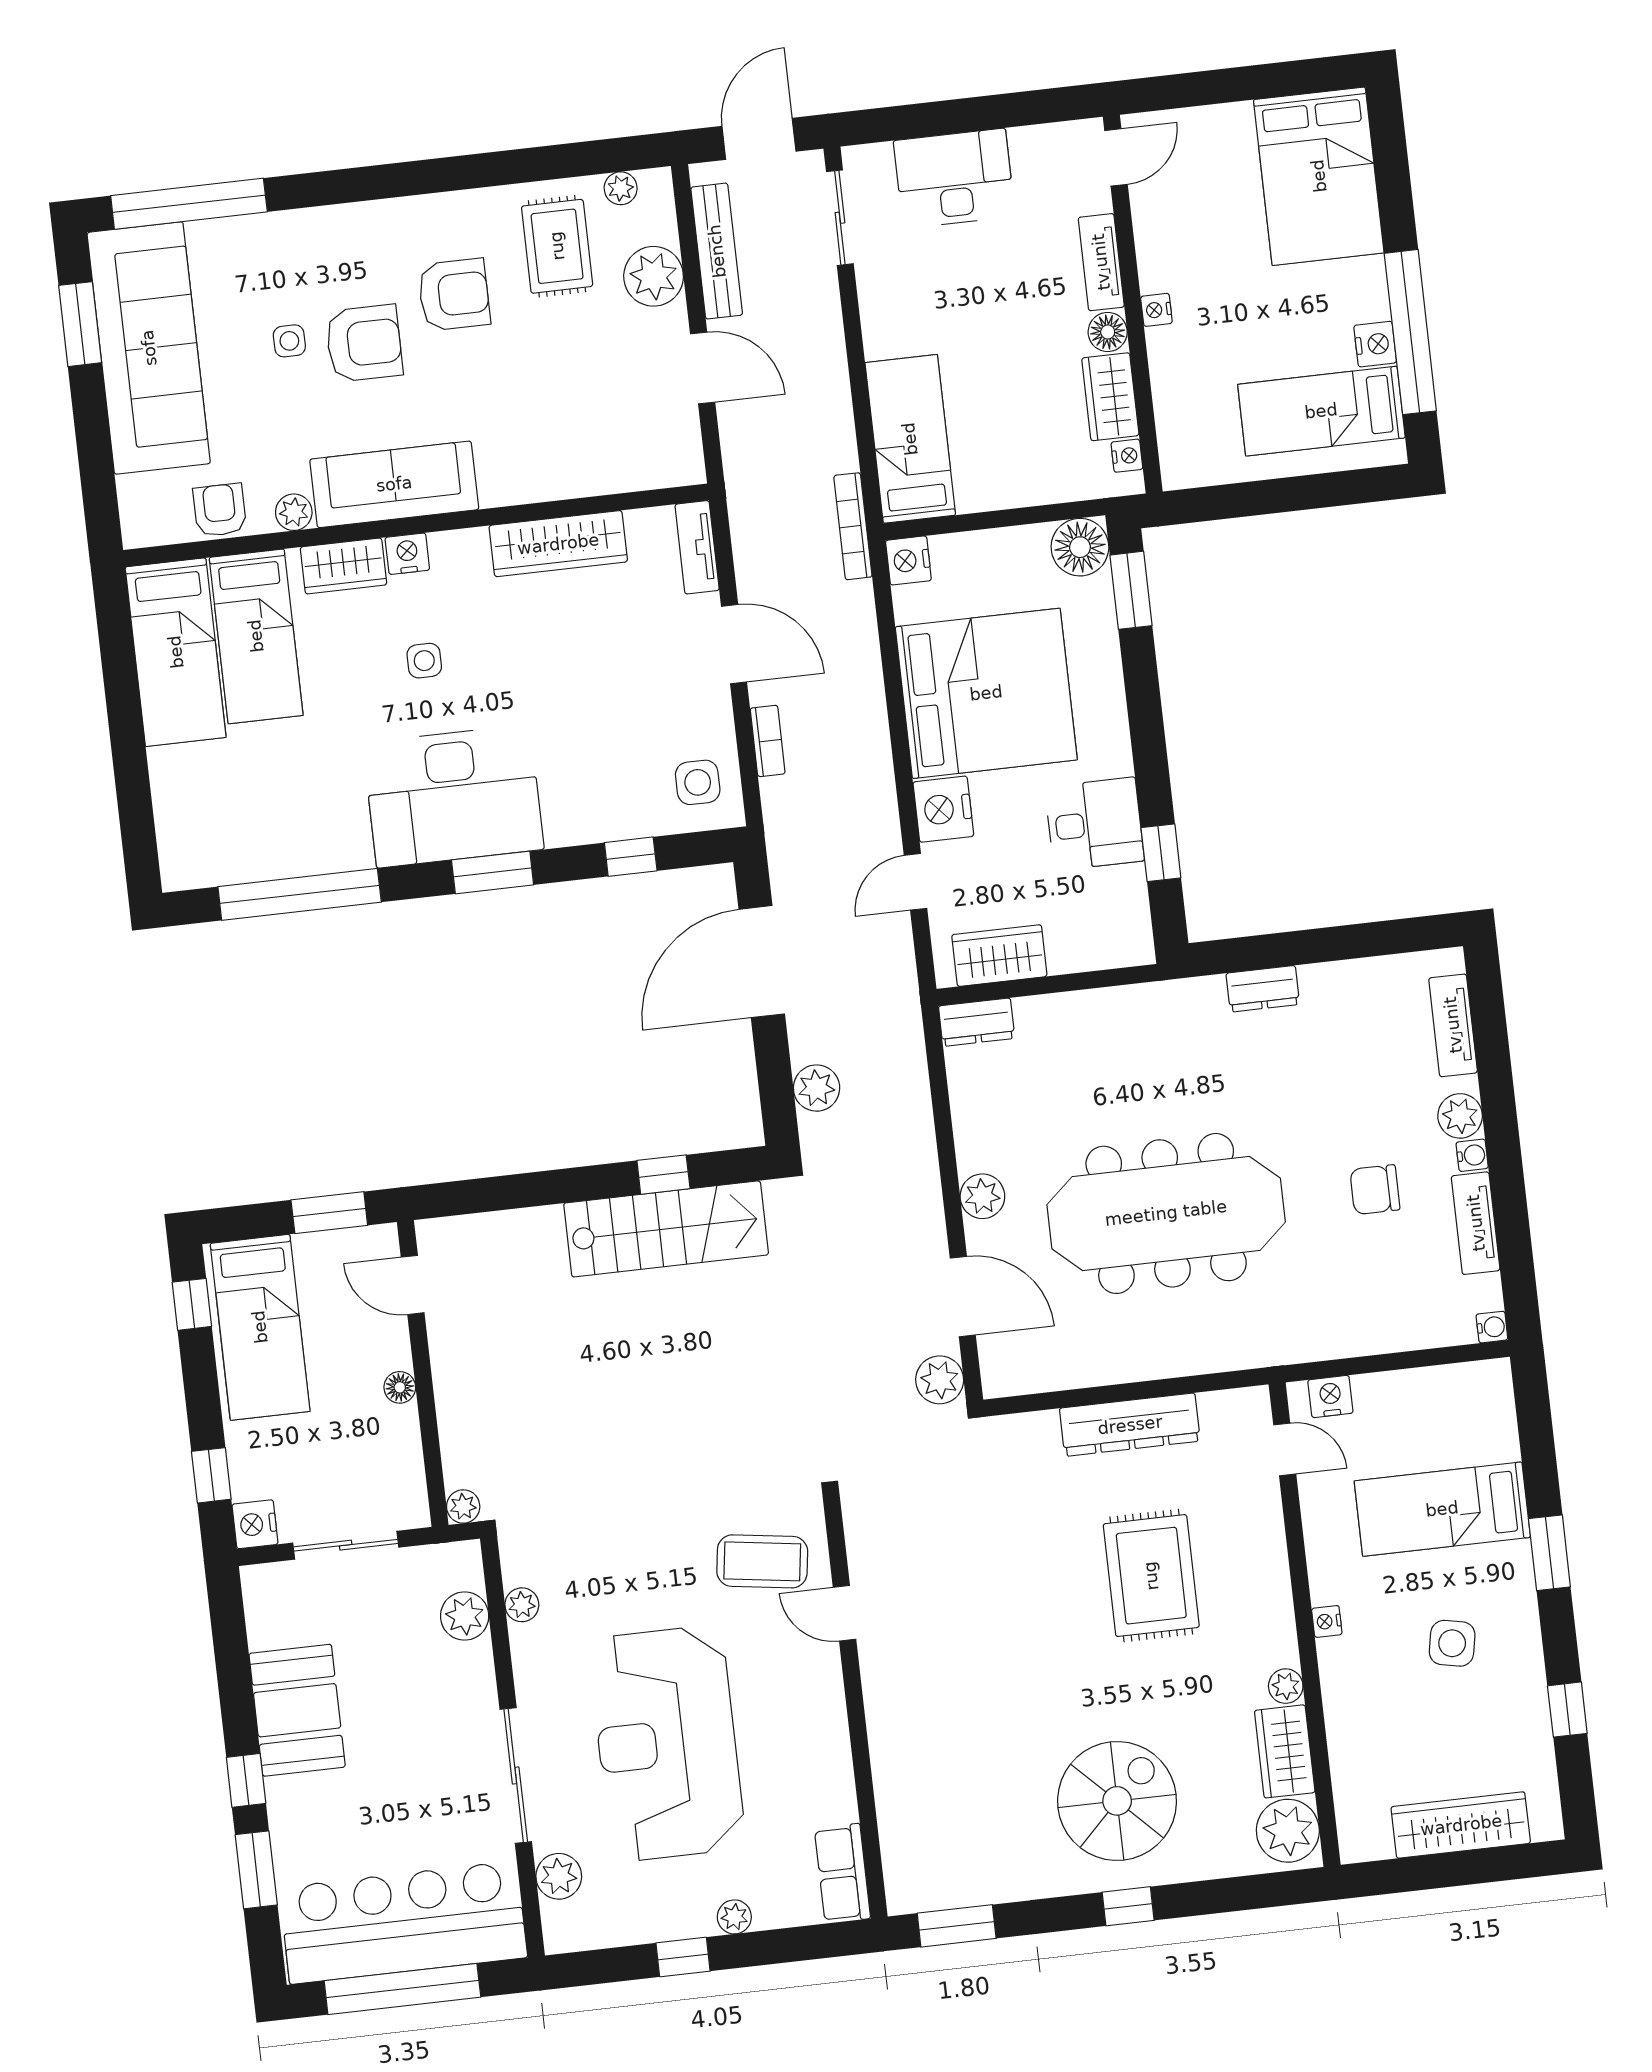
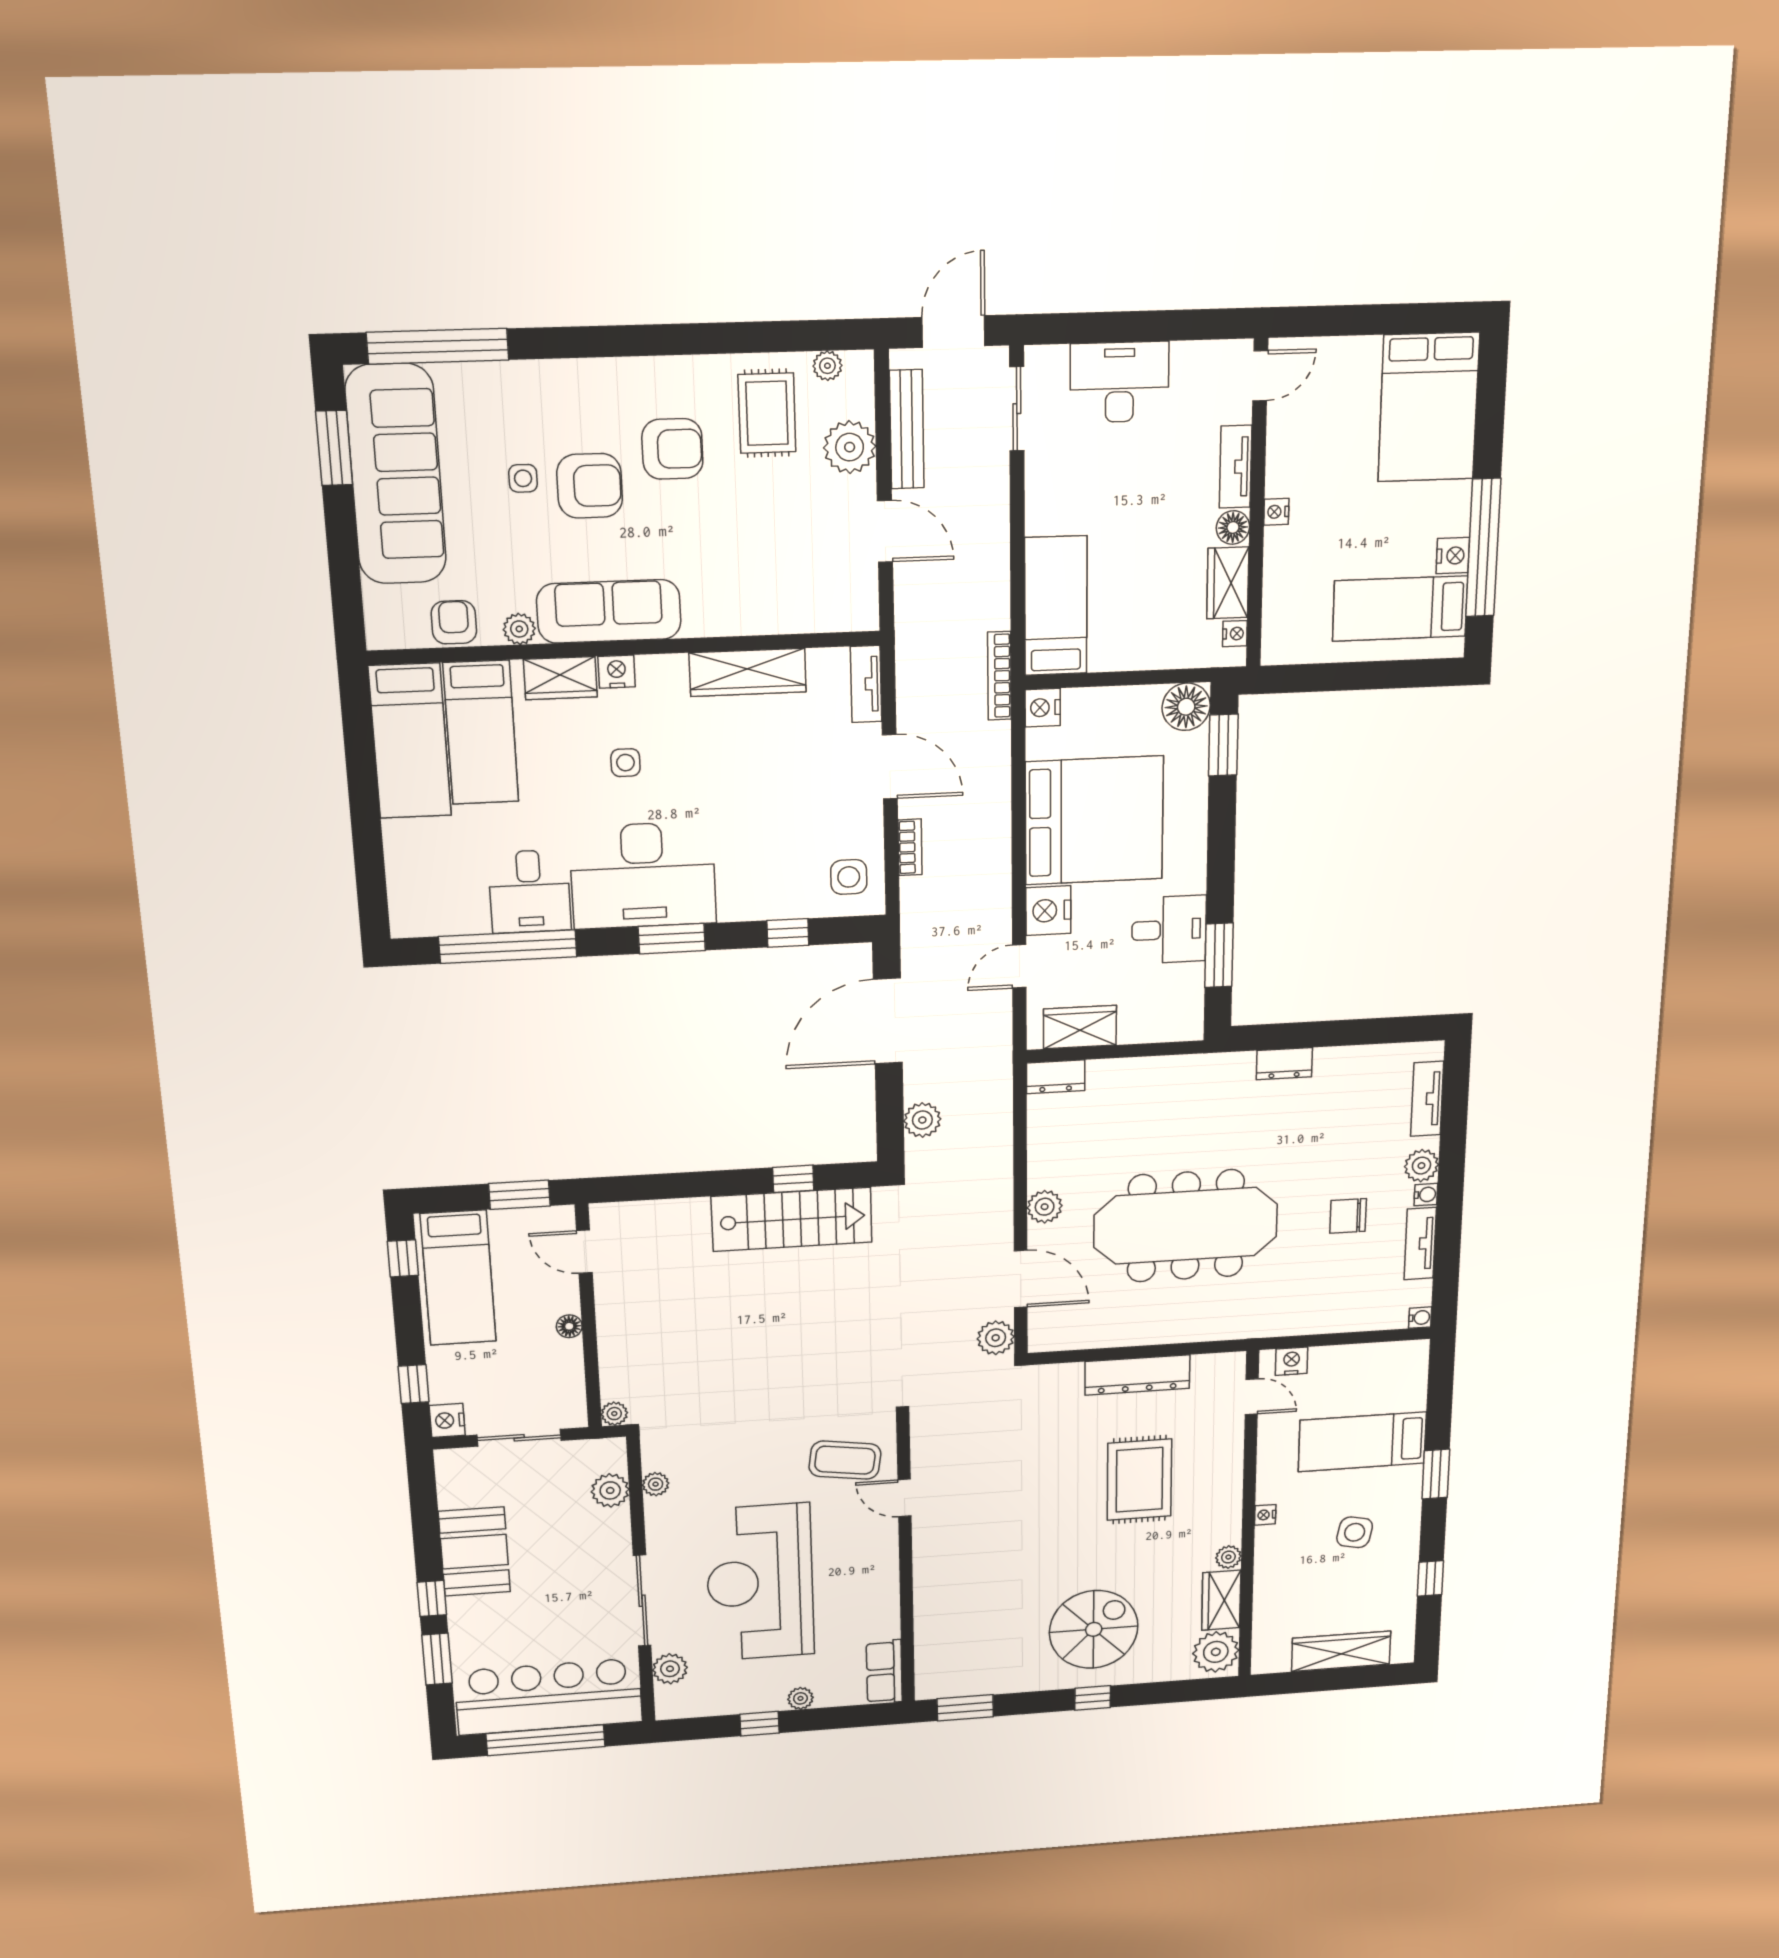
desk: (322, 824) -> (530, 891), added
window: (1161, 853) -> (1219, 955), width x1.50

